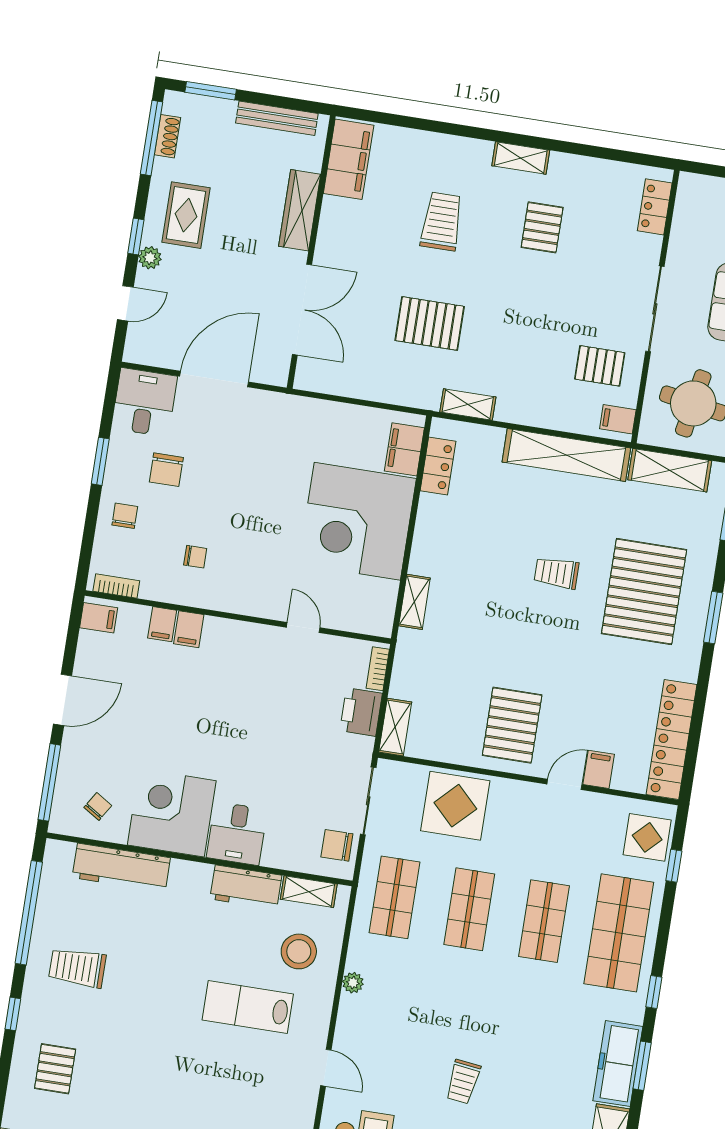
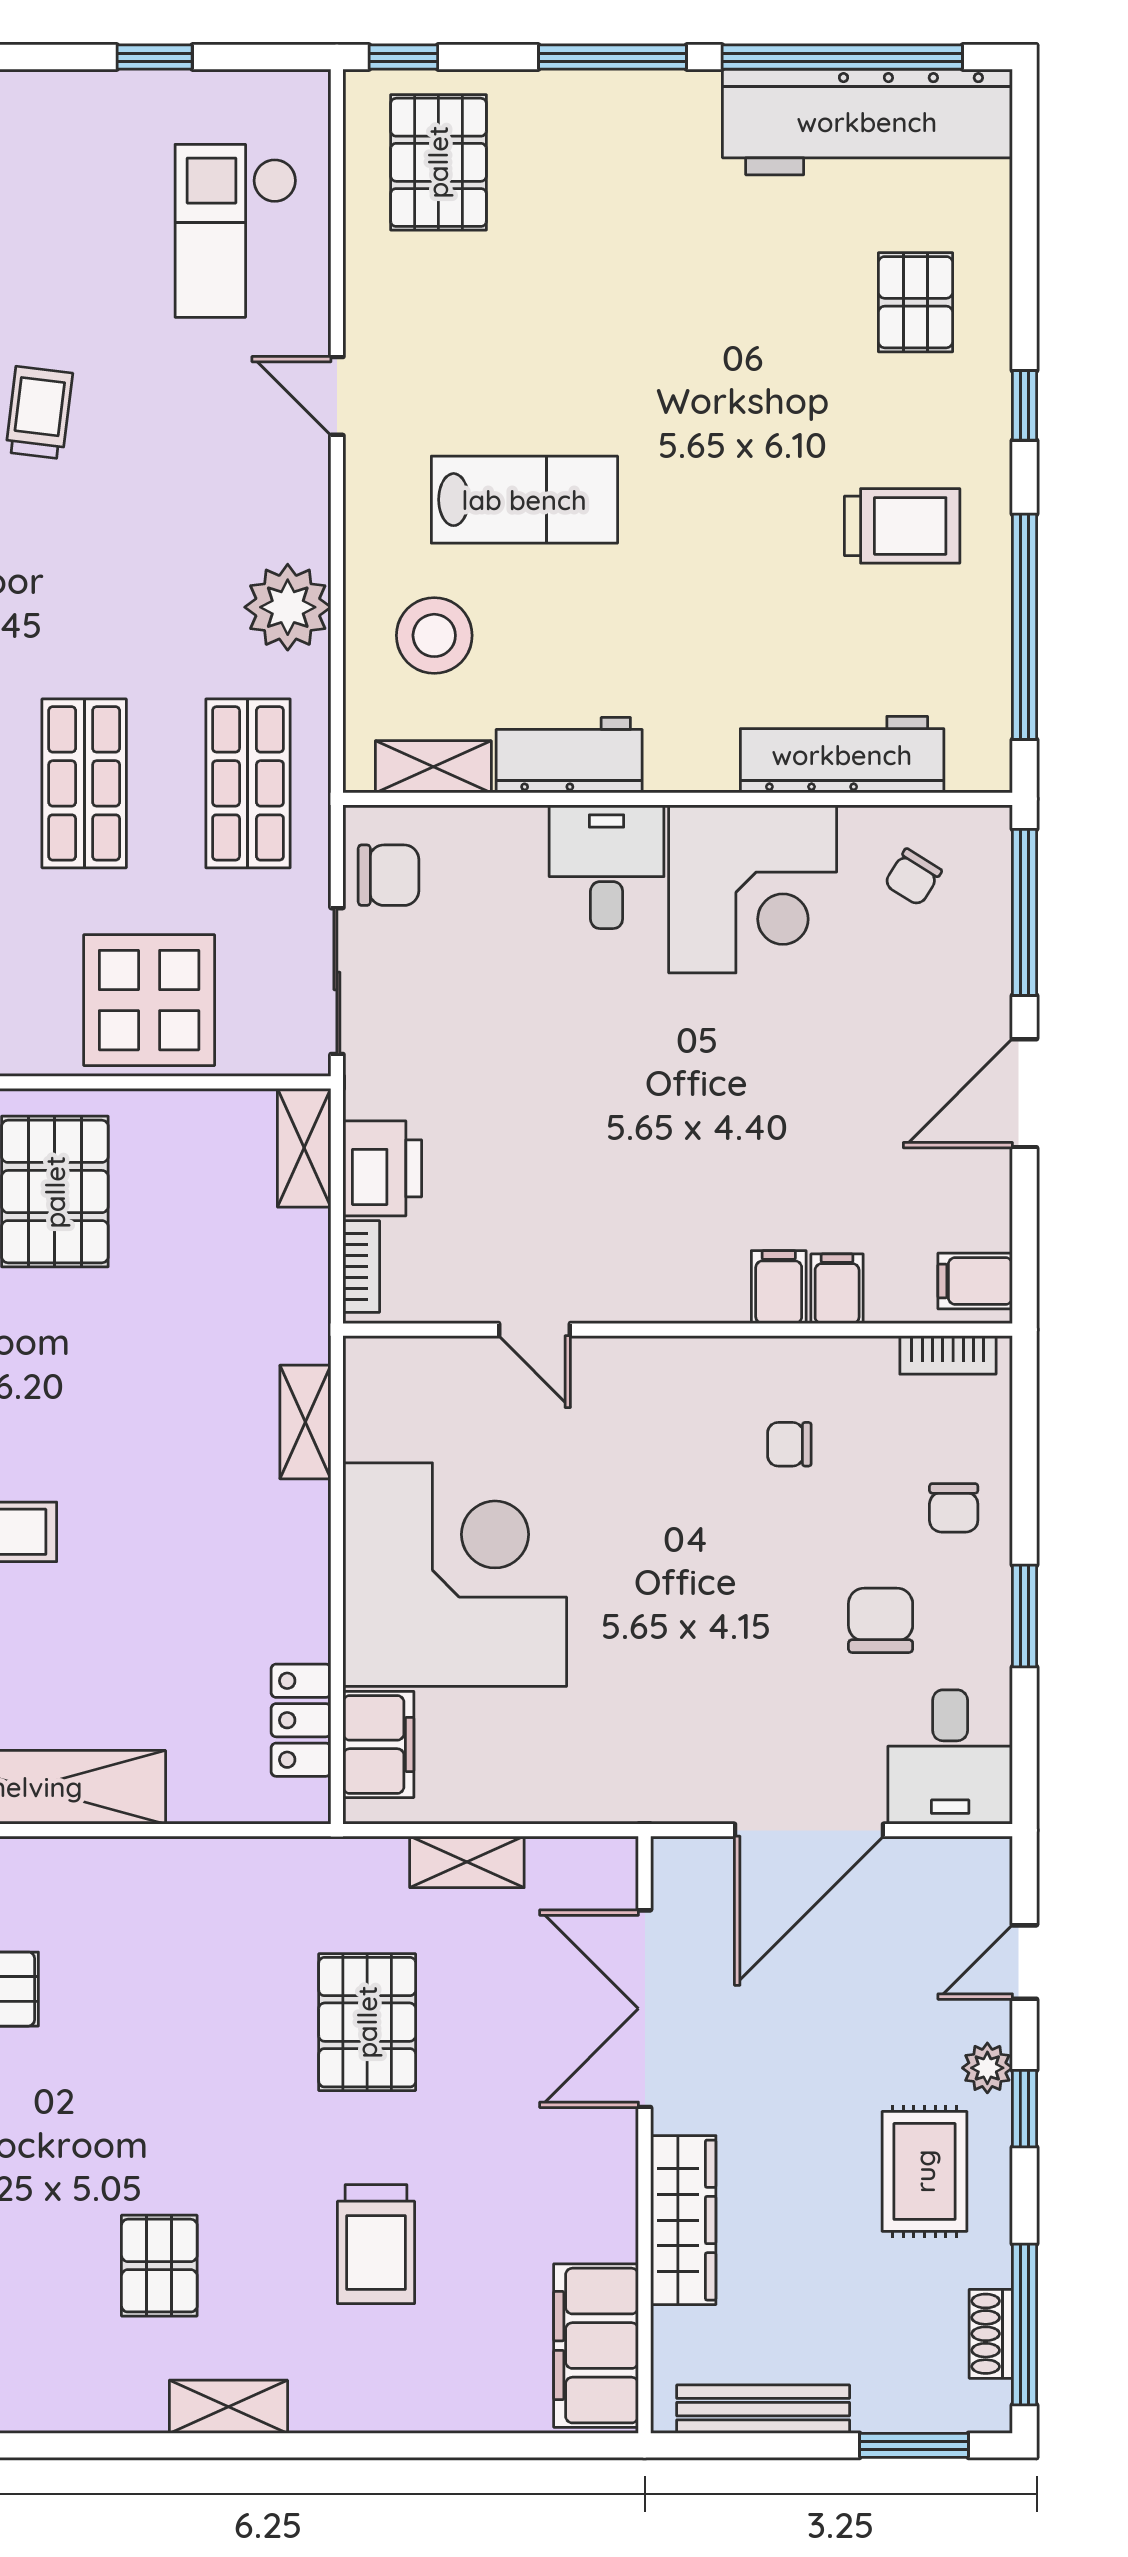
pallet: (430, 323) -> (367, 2022), turned 90
shelving: (468, 404) -> (467, 1862), moved
plant: (353, 983) -> (288, 607), width x1.88, depth x1.88

